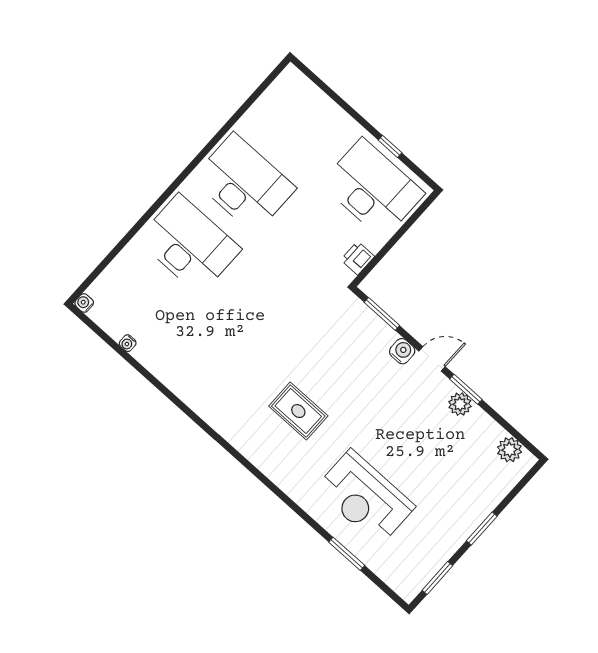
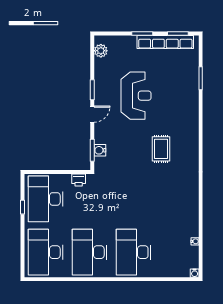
desk: (299, 122) -> (46, 252), added
water cooler: (402, 351) -> (100, 150), moved
door: (432, 359) -> (92, 114), swing flipped
plant: (460, 404) -> (100, 87), removed
reception desk: (365, 498) -> (136, 96), moved
row of seats: (441, 550) -> (165, 42), added

